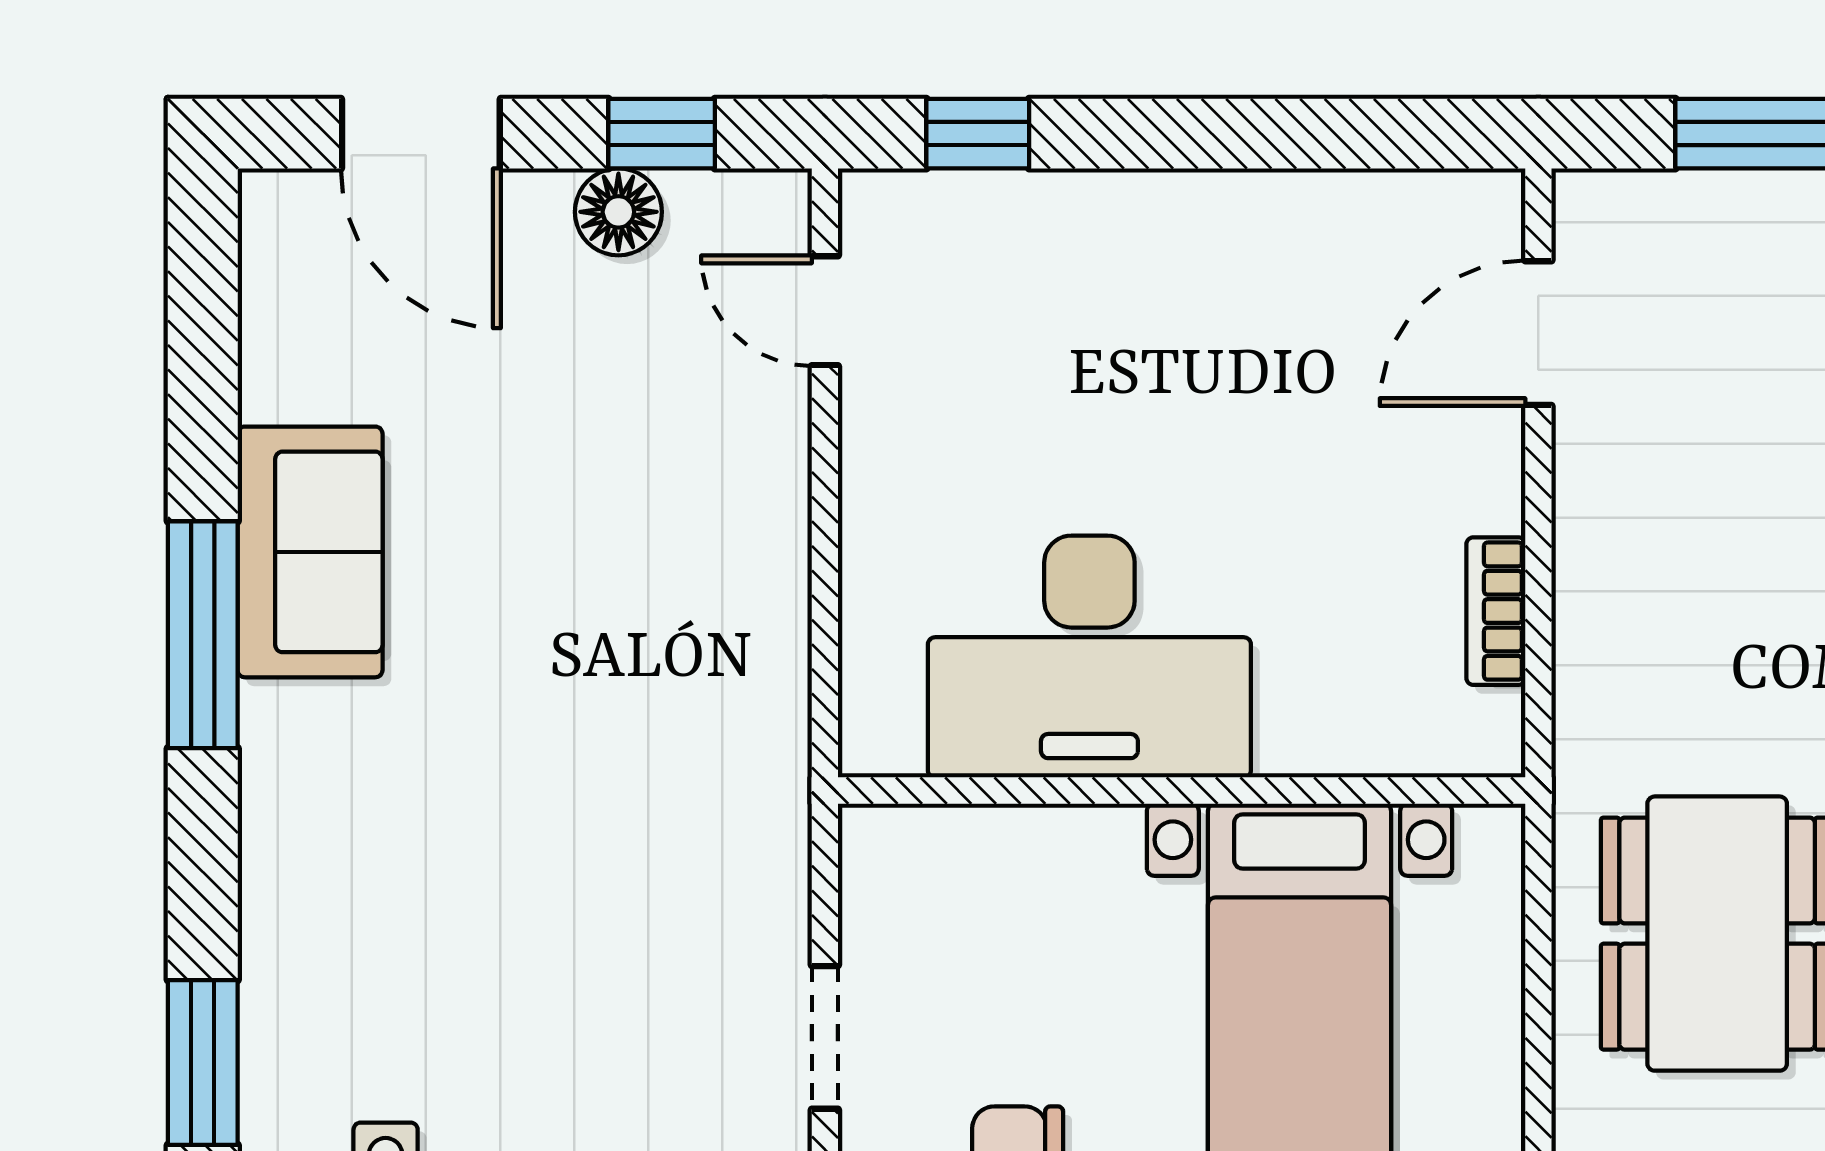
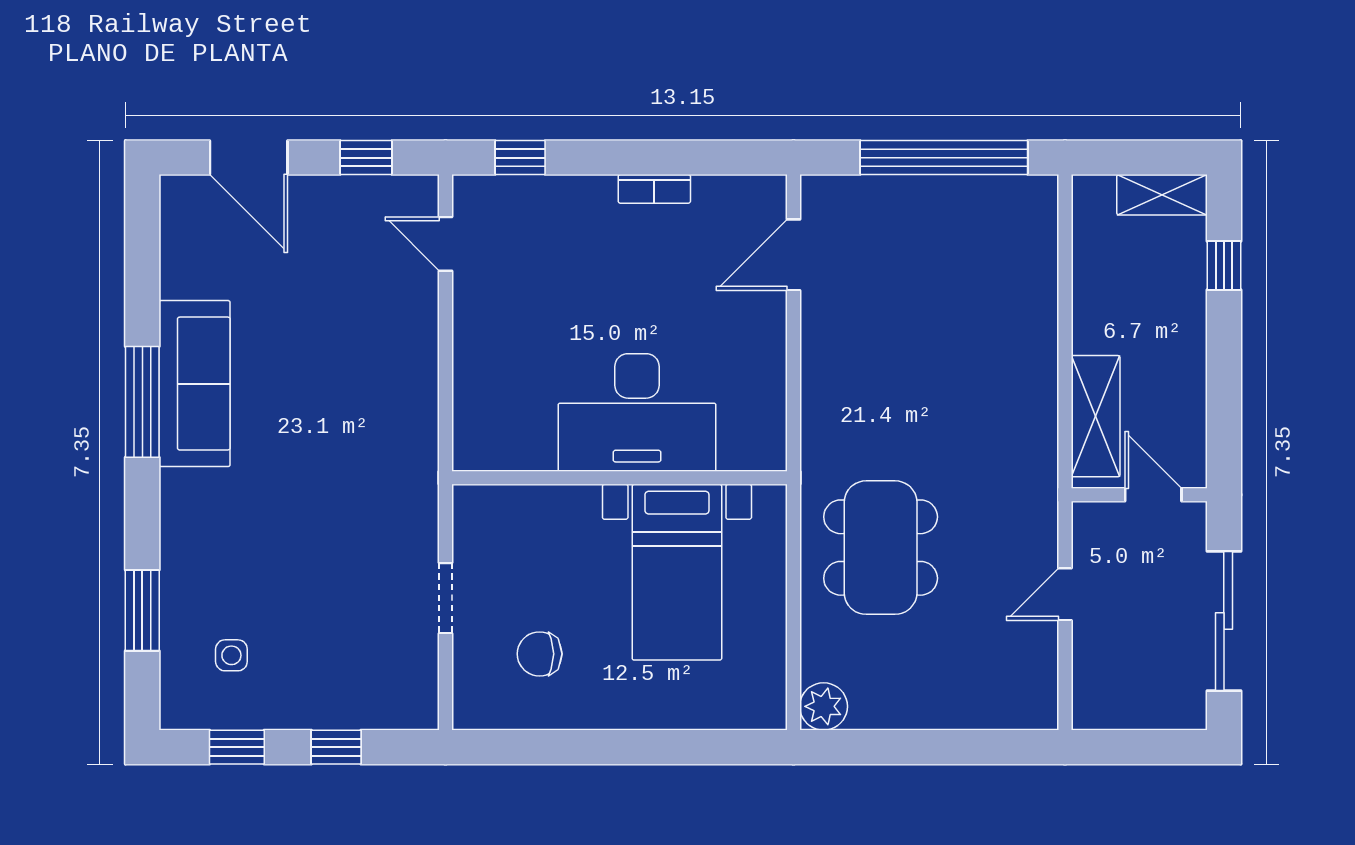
floor lamp: (618, 212) -> (345, 196), removed
sofa: (310, 552) -> (195, 384), width x1.36
bookcase: (1496, 611) -> (654, 189), moved, turned -90
desk: (1089, 657) -> (637, 412), moved

